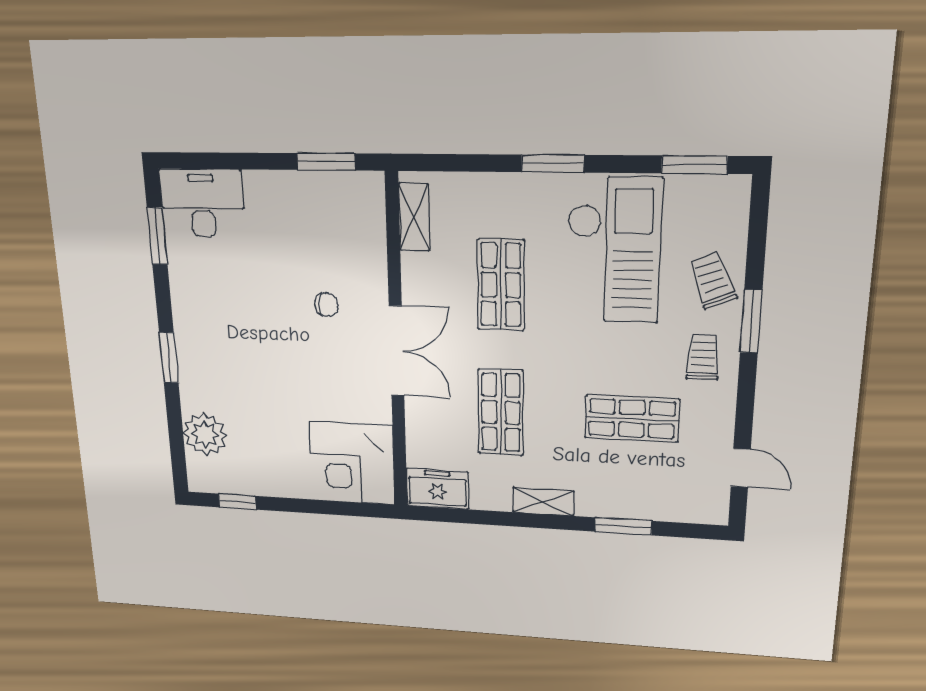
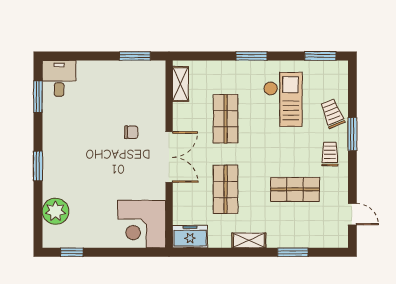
desk: (202, 203) -> (59, 78), width x0.73
checkout: (614, 251) -> (283, 99), width x0.73, depth x0.83

